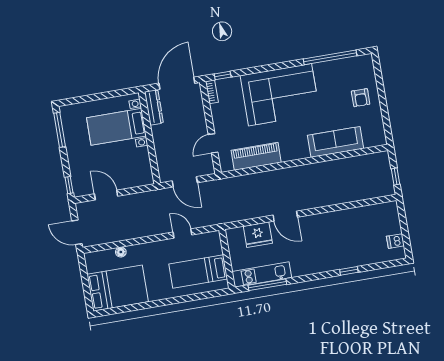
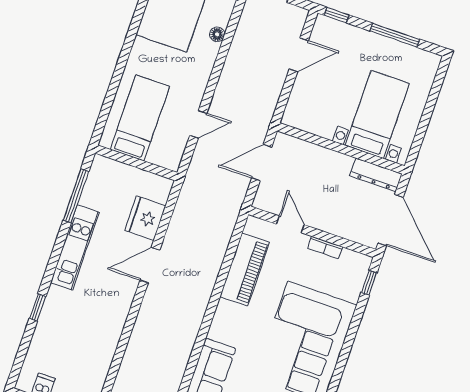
bookcase: (212, 92) -> (325, 248), moved
window: (60, 130) -> (395, 35), moved
kitchen unit: (262, 275) -> (75, 247), moved

